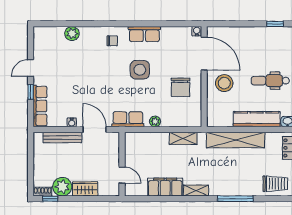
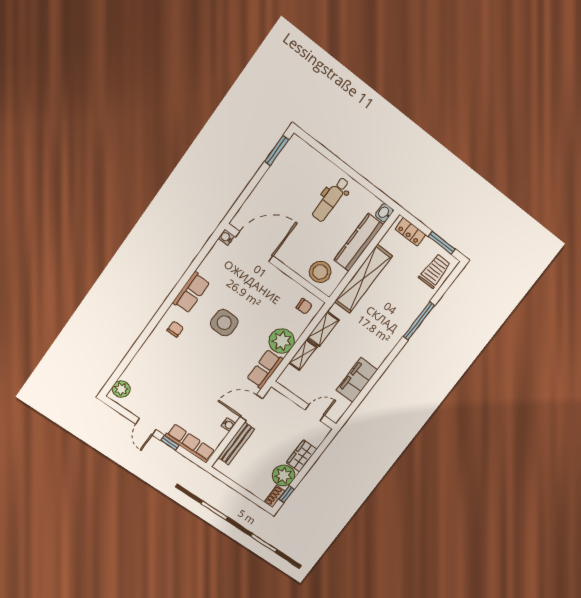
window: (275, 24) -> (277, 150), width x1.50
plant: (72, 34) -> (121, 389), moved
stool: (224, 83) -> (320, 272), moved
chair: (181, 87) -> (304, 306), moved, width x0.54, depth x0.54
plant: (155, 121) -> (282, 341), width x1.88, depth x1.88
shelving: (196, 190) -> (303, 355), moved

